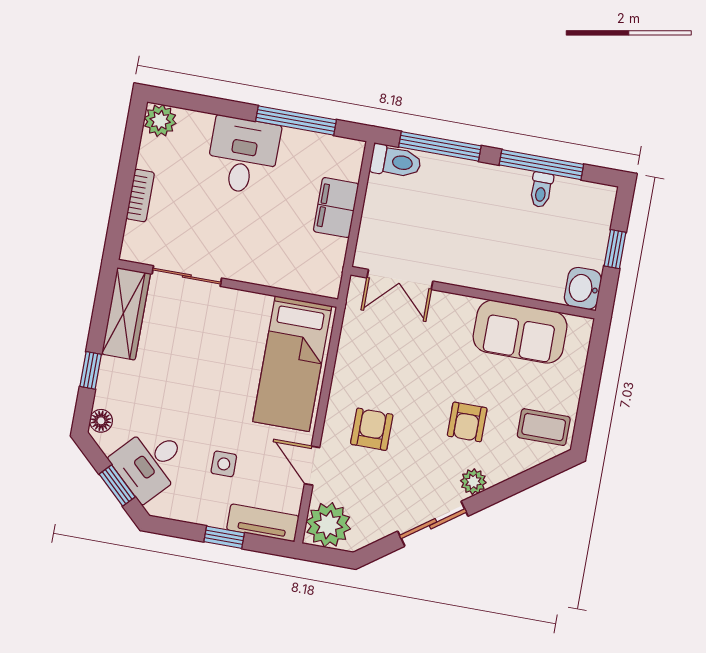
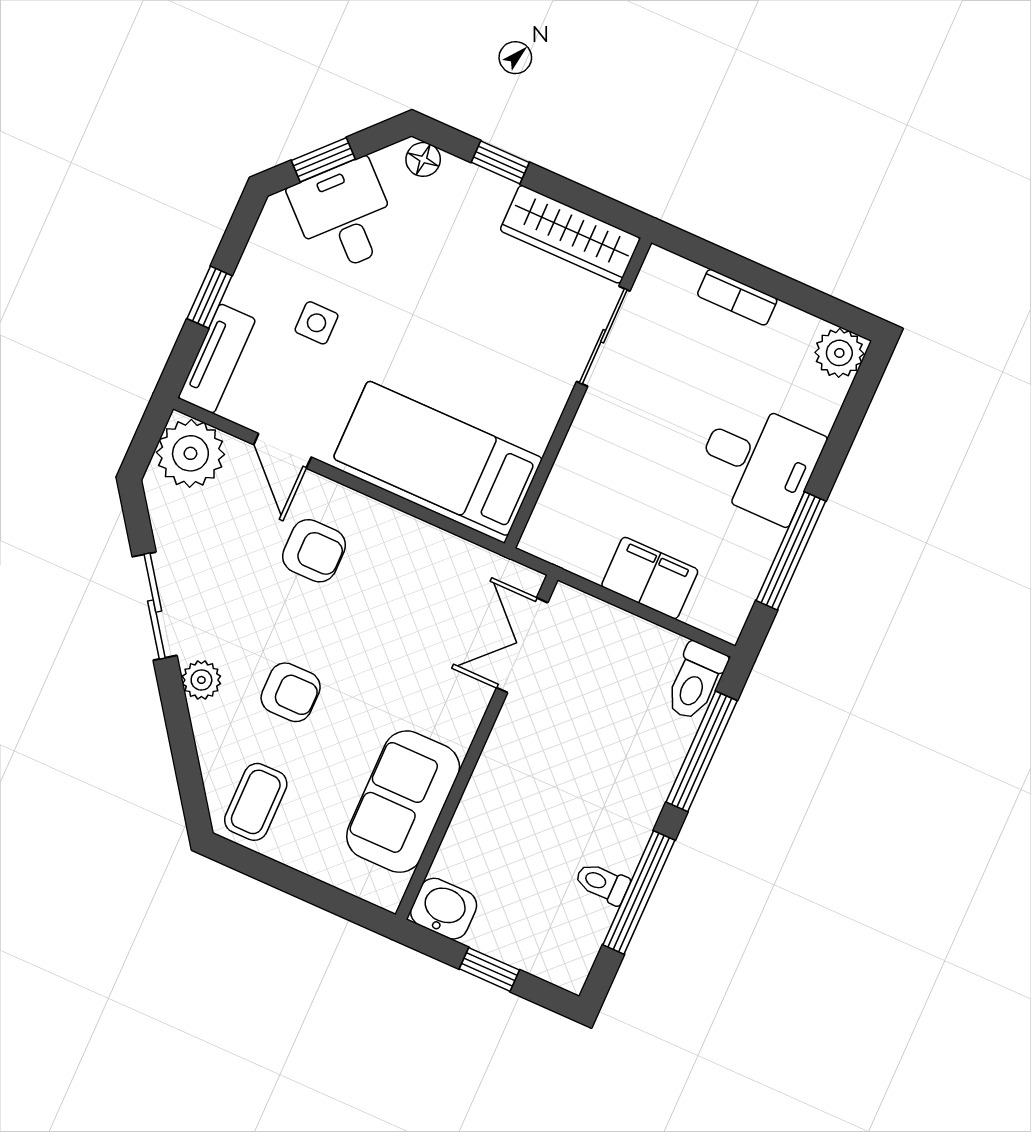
armchair: (467, 422) -> (291, 692), turned 180
door: (312, 466) -> (282, 451), swing flipped

